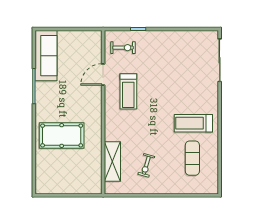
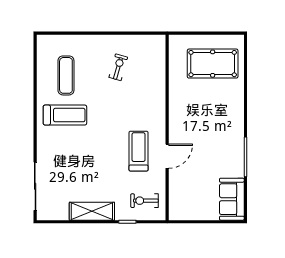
sofa: (46, 56) -> (232, 199), width x0.73
door: (103, 74) -> (167, 156), moved
pool table: (62, 135) -> (213, 64), moved
shelving: (112, 161) -> (92, 211), moved, turned 90

